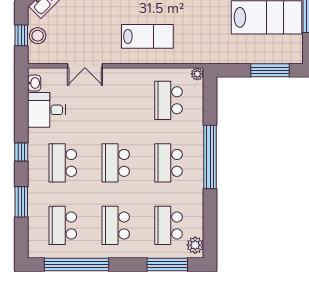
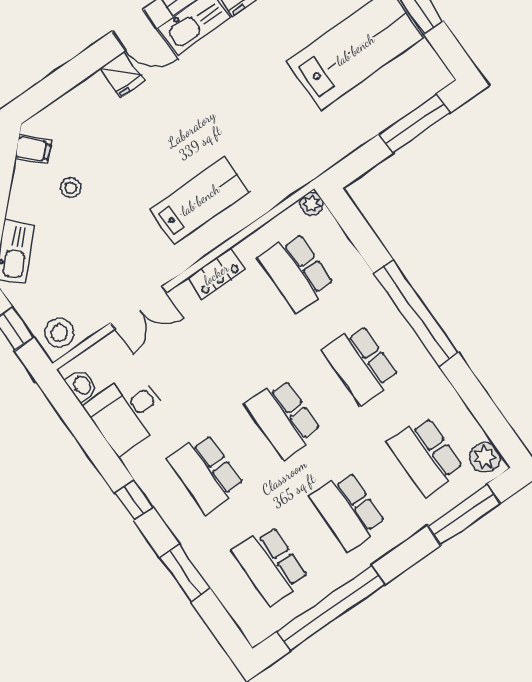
stool: (38, 36) -> (59, 333), moved
locker: (131, 75) -> (216, 274), added

